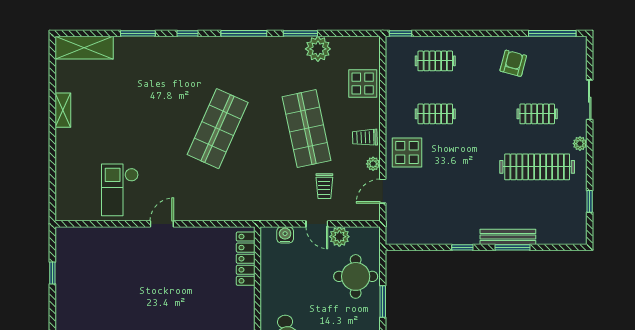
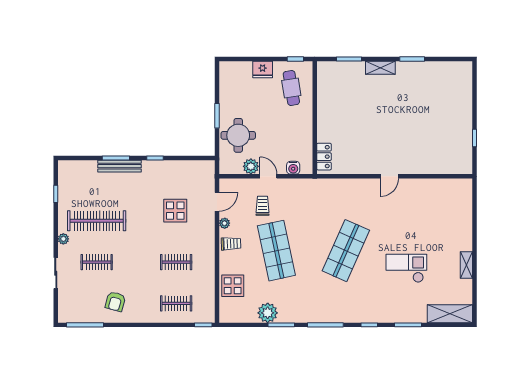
display table: (407, 153) -> (175, 211), moved
checkout: (120, 190) -> (406, 268), moved, turned -90
locker: (246, 259) -> (324, 157), width x0.66

